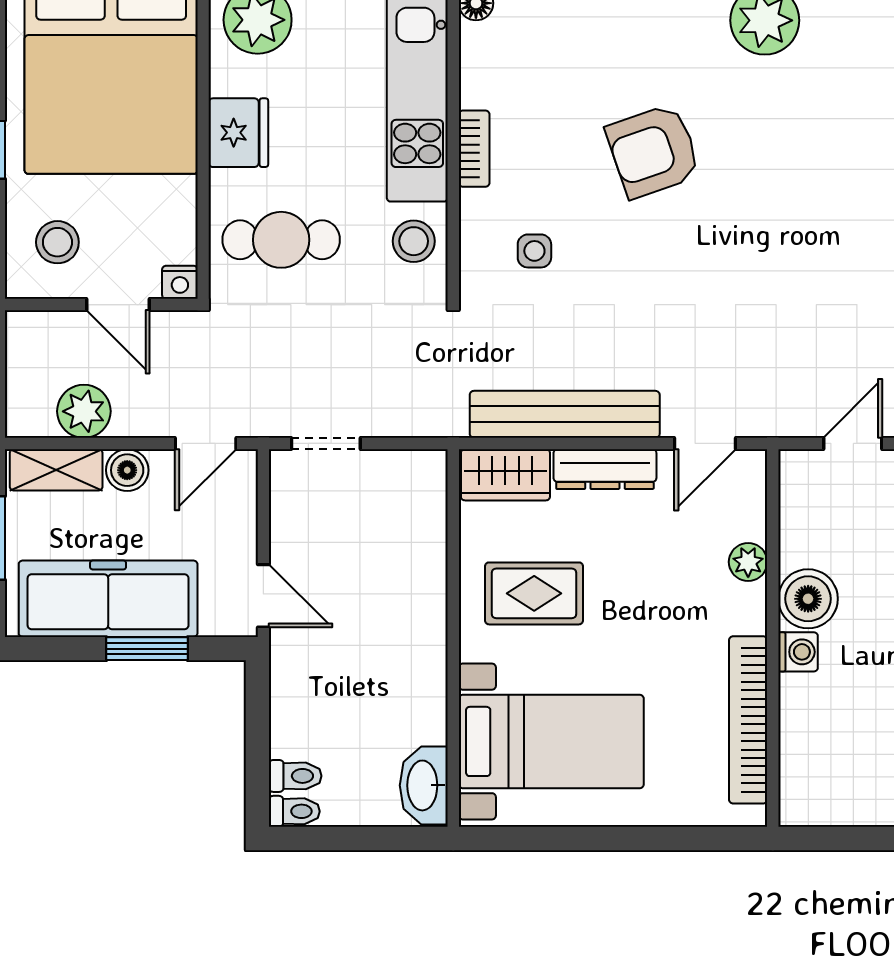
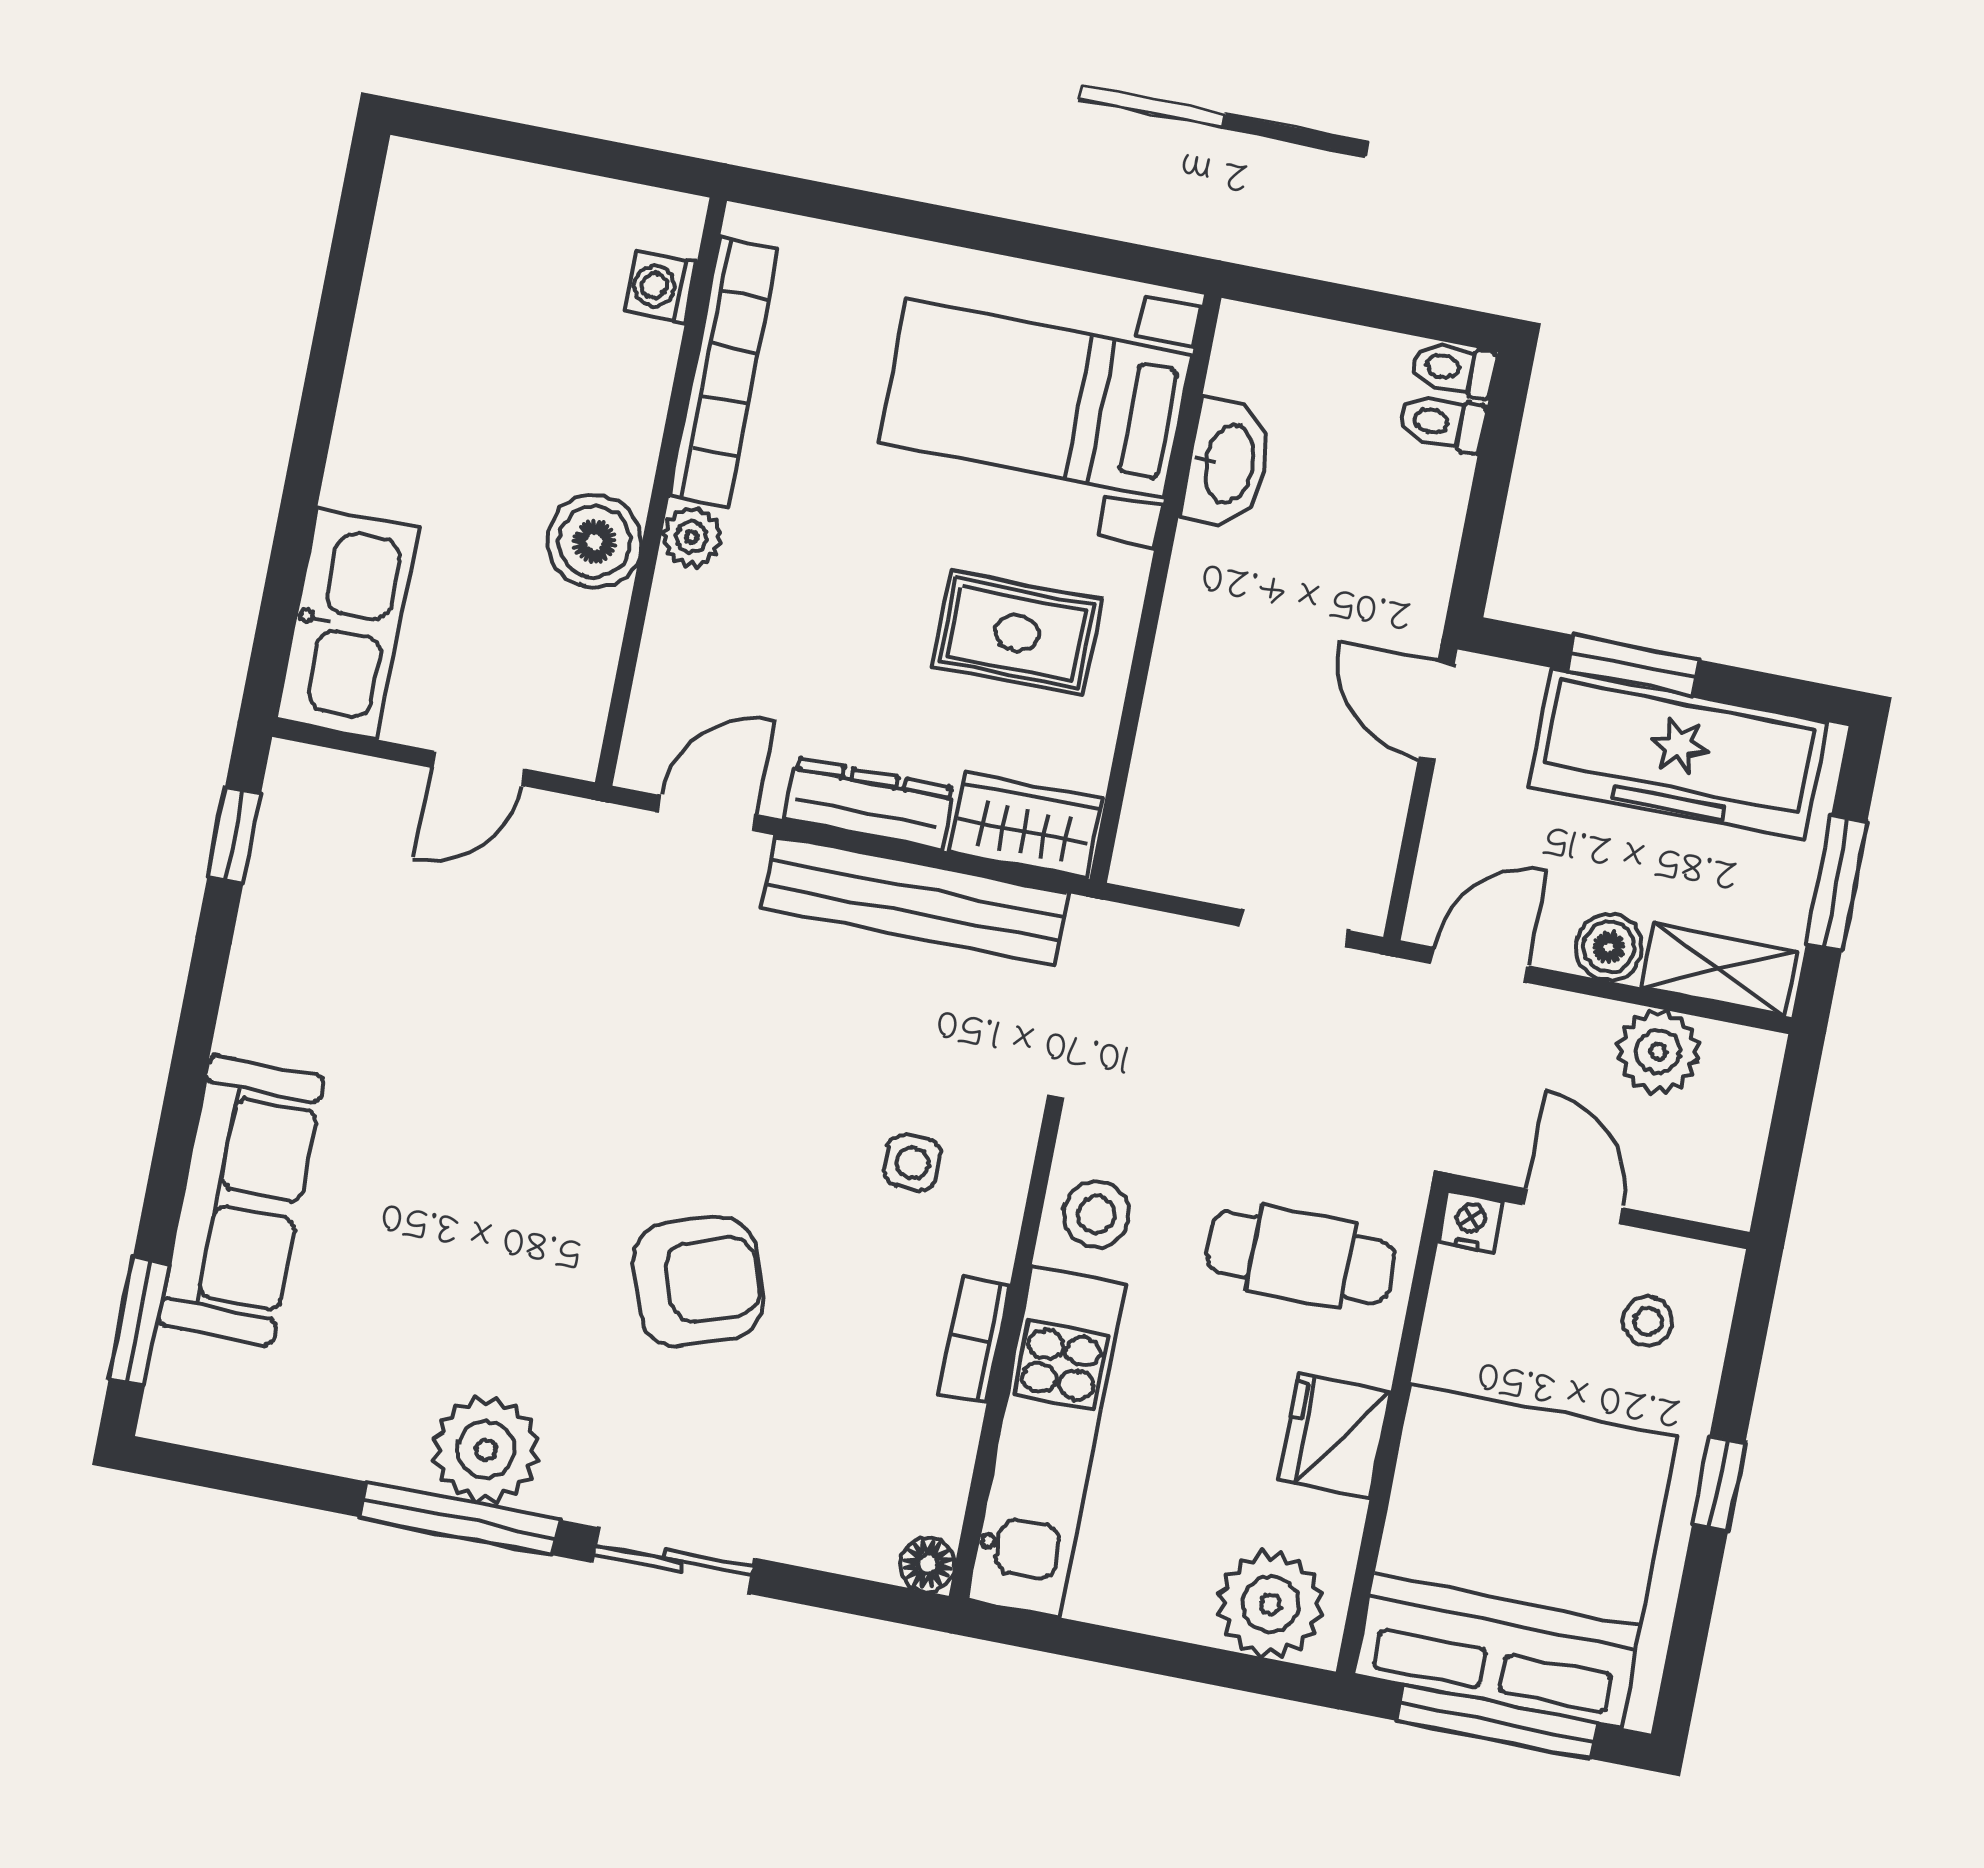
stool: (57, 242) -> (1648, 1321), width x0.73, depth x0.73
plant: (748, 562) -> (692, 537), moved
washing machine: (798, 652) -> (661, 287), moved
washbasin: (424, 785) -> (1227, 464), moved

